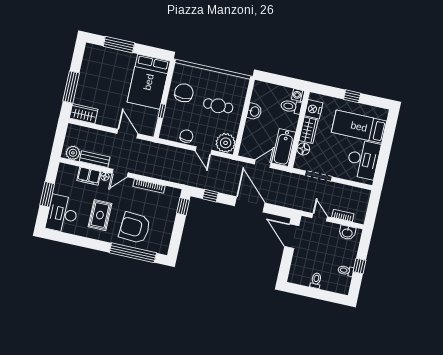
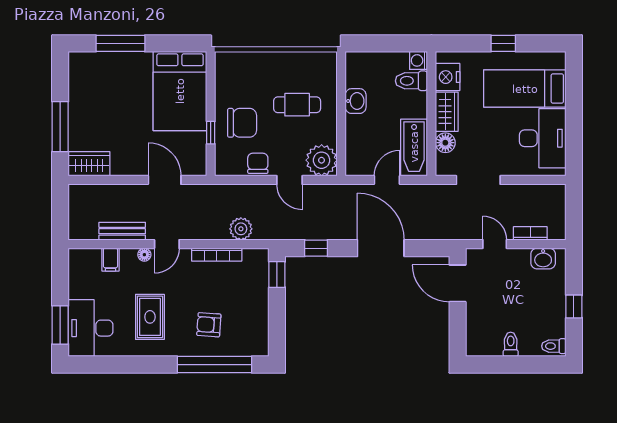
chair: (184, 93) -> (242, 123), moved, turned 90
plant: (73, 153) -> (241, 229), moved
filing cabinet: (89, 176) -> (110, 260), width x0.50
window: (47, 194) -> (60, 325), moved
armchair: (135, 228) -> (209, 325), width x0.53, depth x0.53
toilet: (346, 271) -> (554, 346), moved

